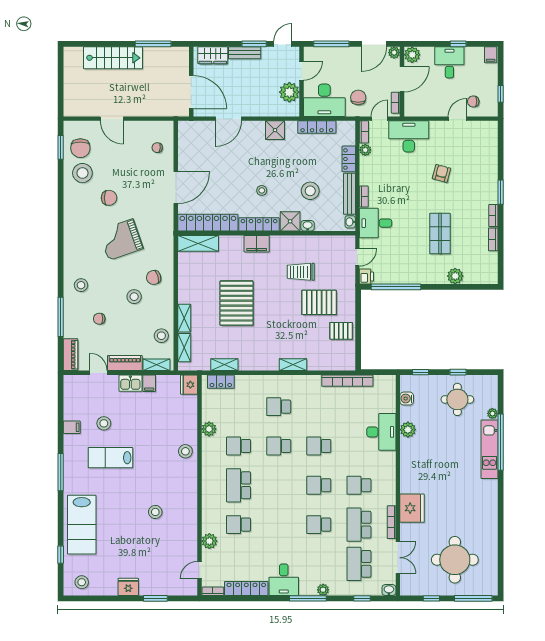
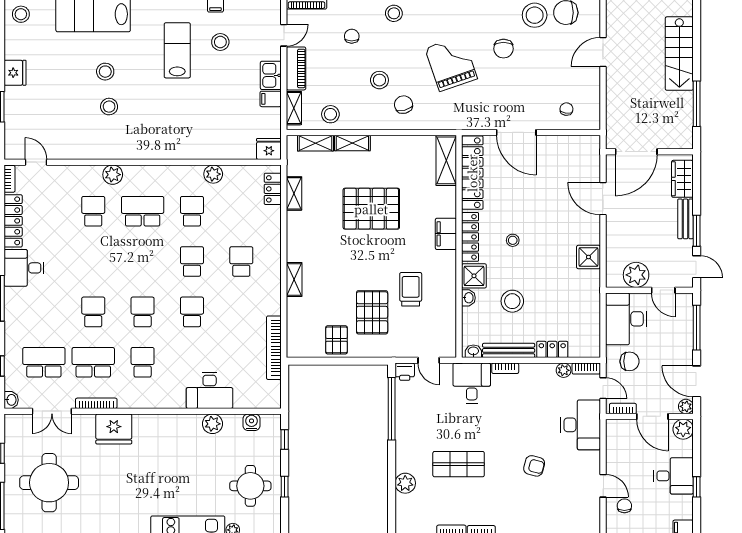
locker: (317, 127) -> (592, 309), removed
stool: (185, 451) -> (105, 72), moved
plant: (209, 541) -> (113, 175), moved
plant: (323, 590) -> (11, 317), removed

